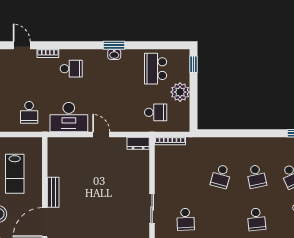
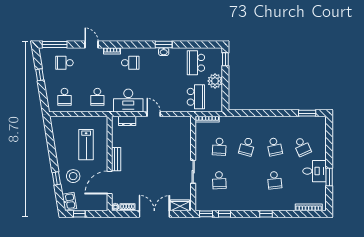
school desk: (156, 112) -> (196, 97), width x1.85
dresser: (138, 143) -> (127, 121), moved
school desk: (186, 176) -> (219, 147), added

